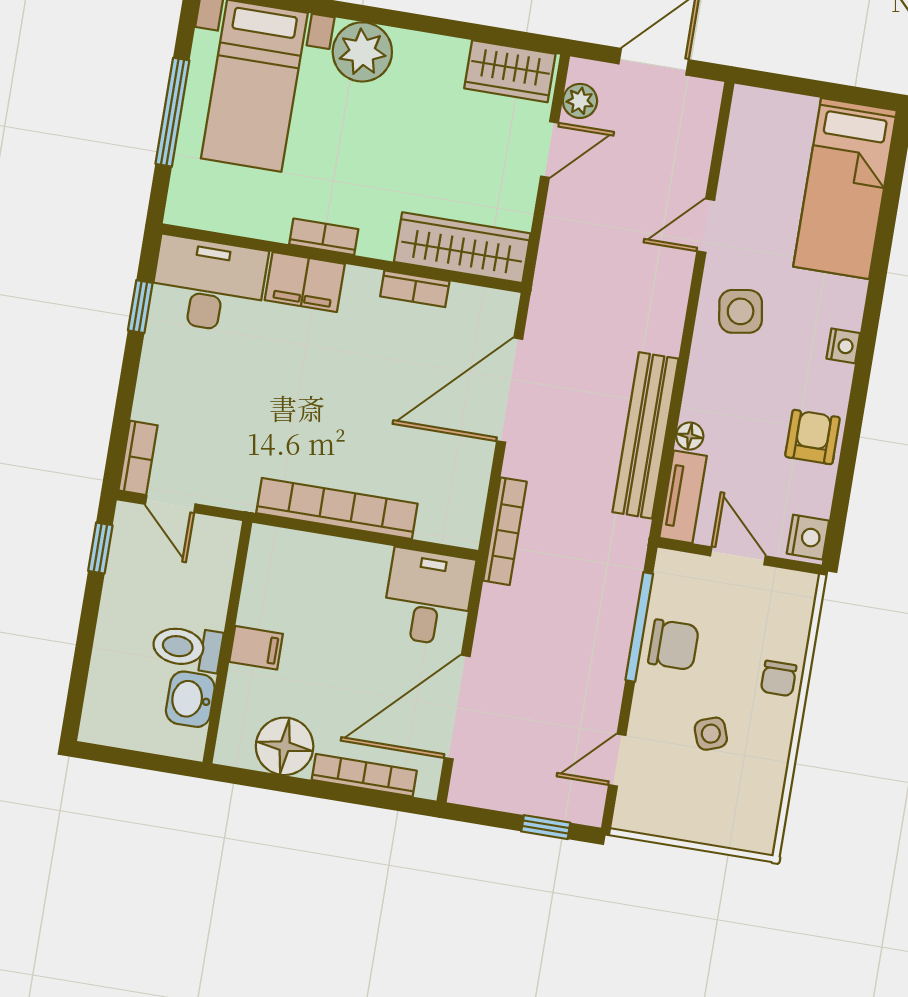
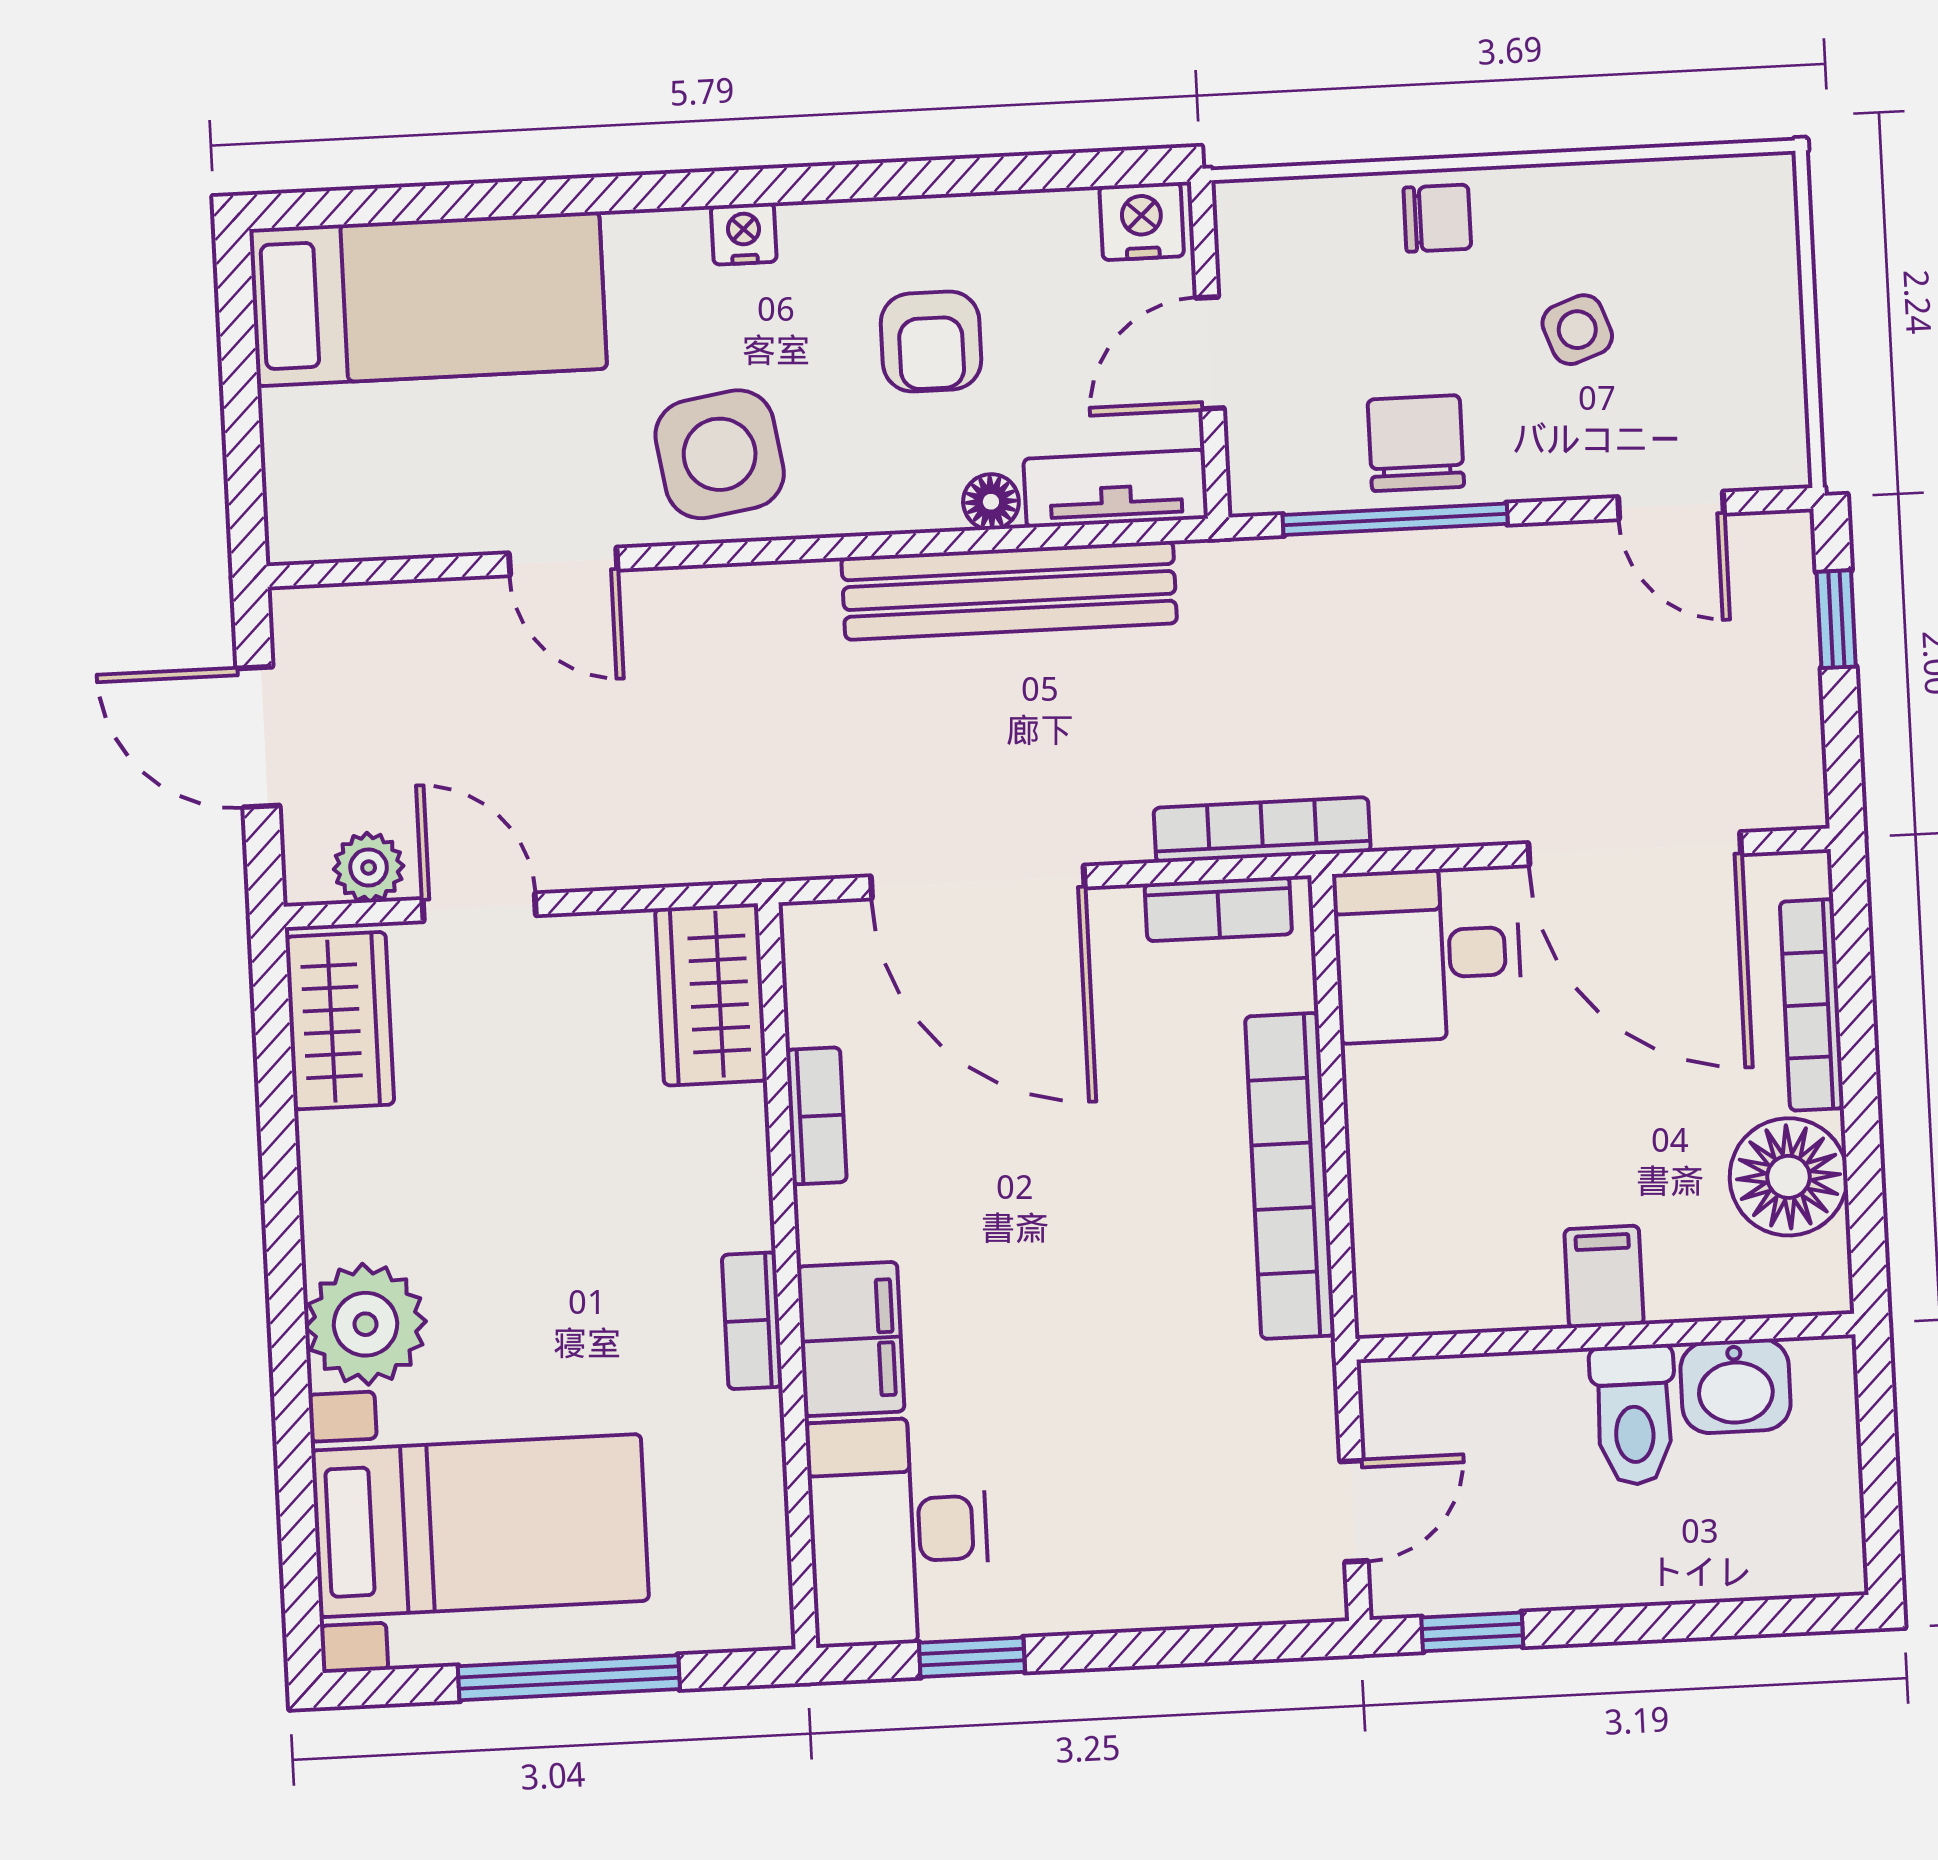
wardrobe: (462, 248) -> (711, 995), width x0.67
side table: (741, 311) -> (720, 454), width x1.37, depth x1.37
armchair: (812, 437) -> (931, 342), moved, turned -90
bookcase: (138, 458) -> (1218, 909), moved, turned 180

